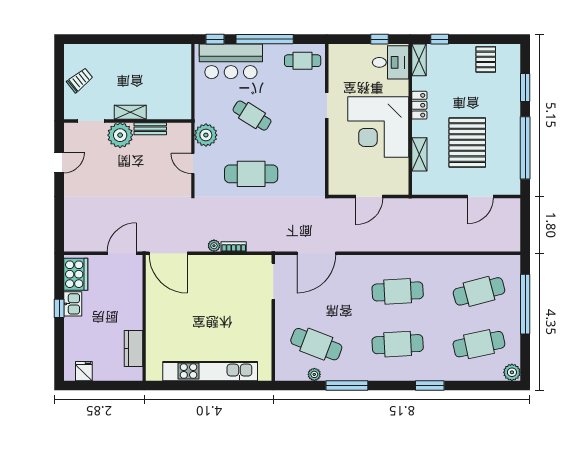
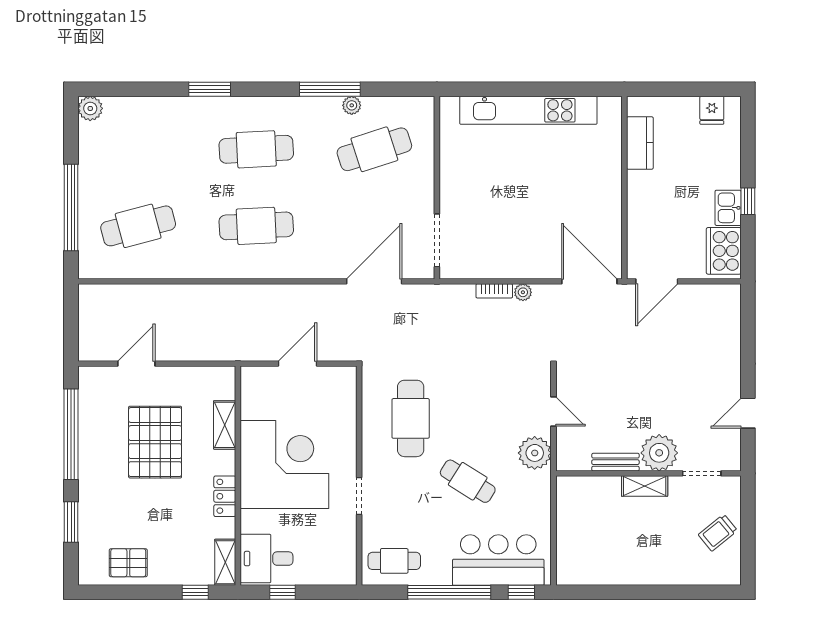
pallet: (486, 59) -> (128, 563), turned 90
cafe table: (251, 174) -> (411, 418), moved, turned 90
cafe table: (316, 344) -> (374, 149), turned -39
cafe table: (479, 344) -> (138, 149), removed
plant: (314, 374) -> (352, 105), moved

